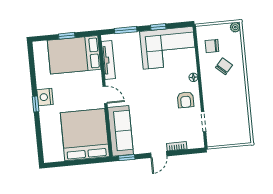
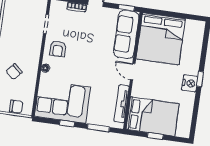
chair: (212, 46) -> (16, 107), moved
armchair: (186, 100) -> (58, 49), turned 180

